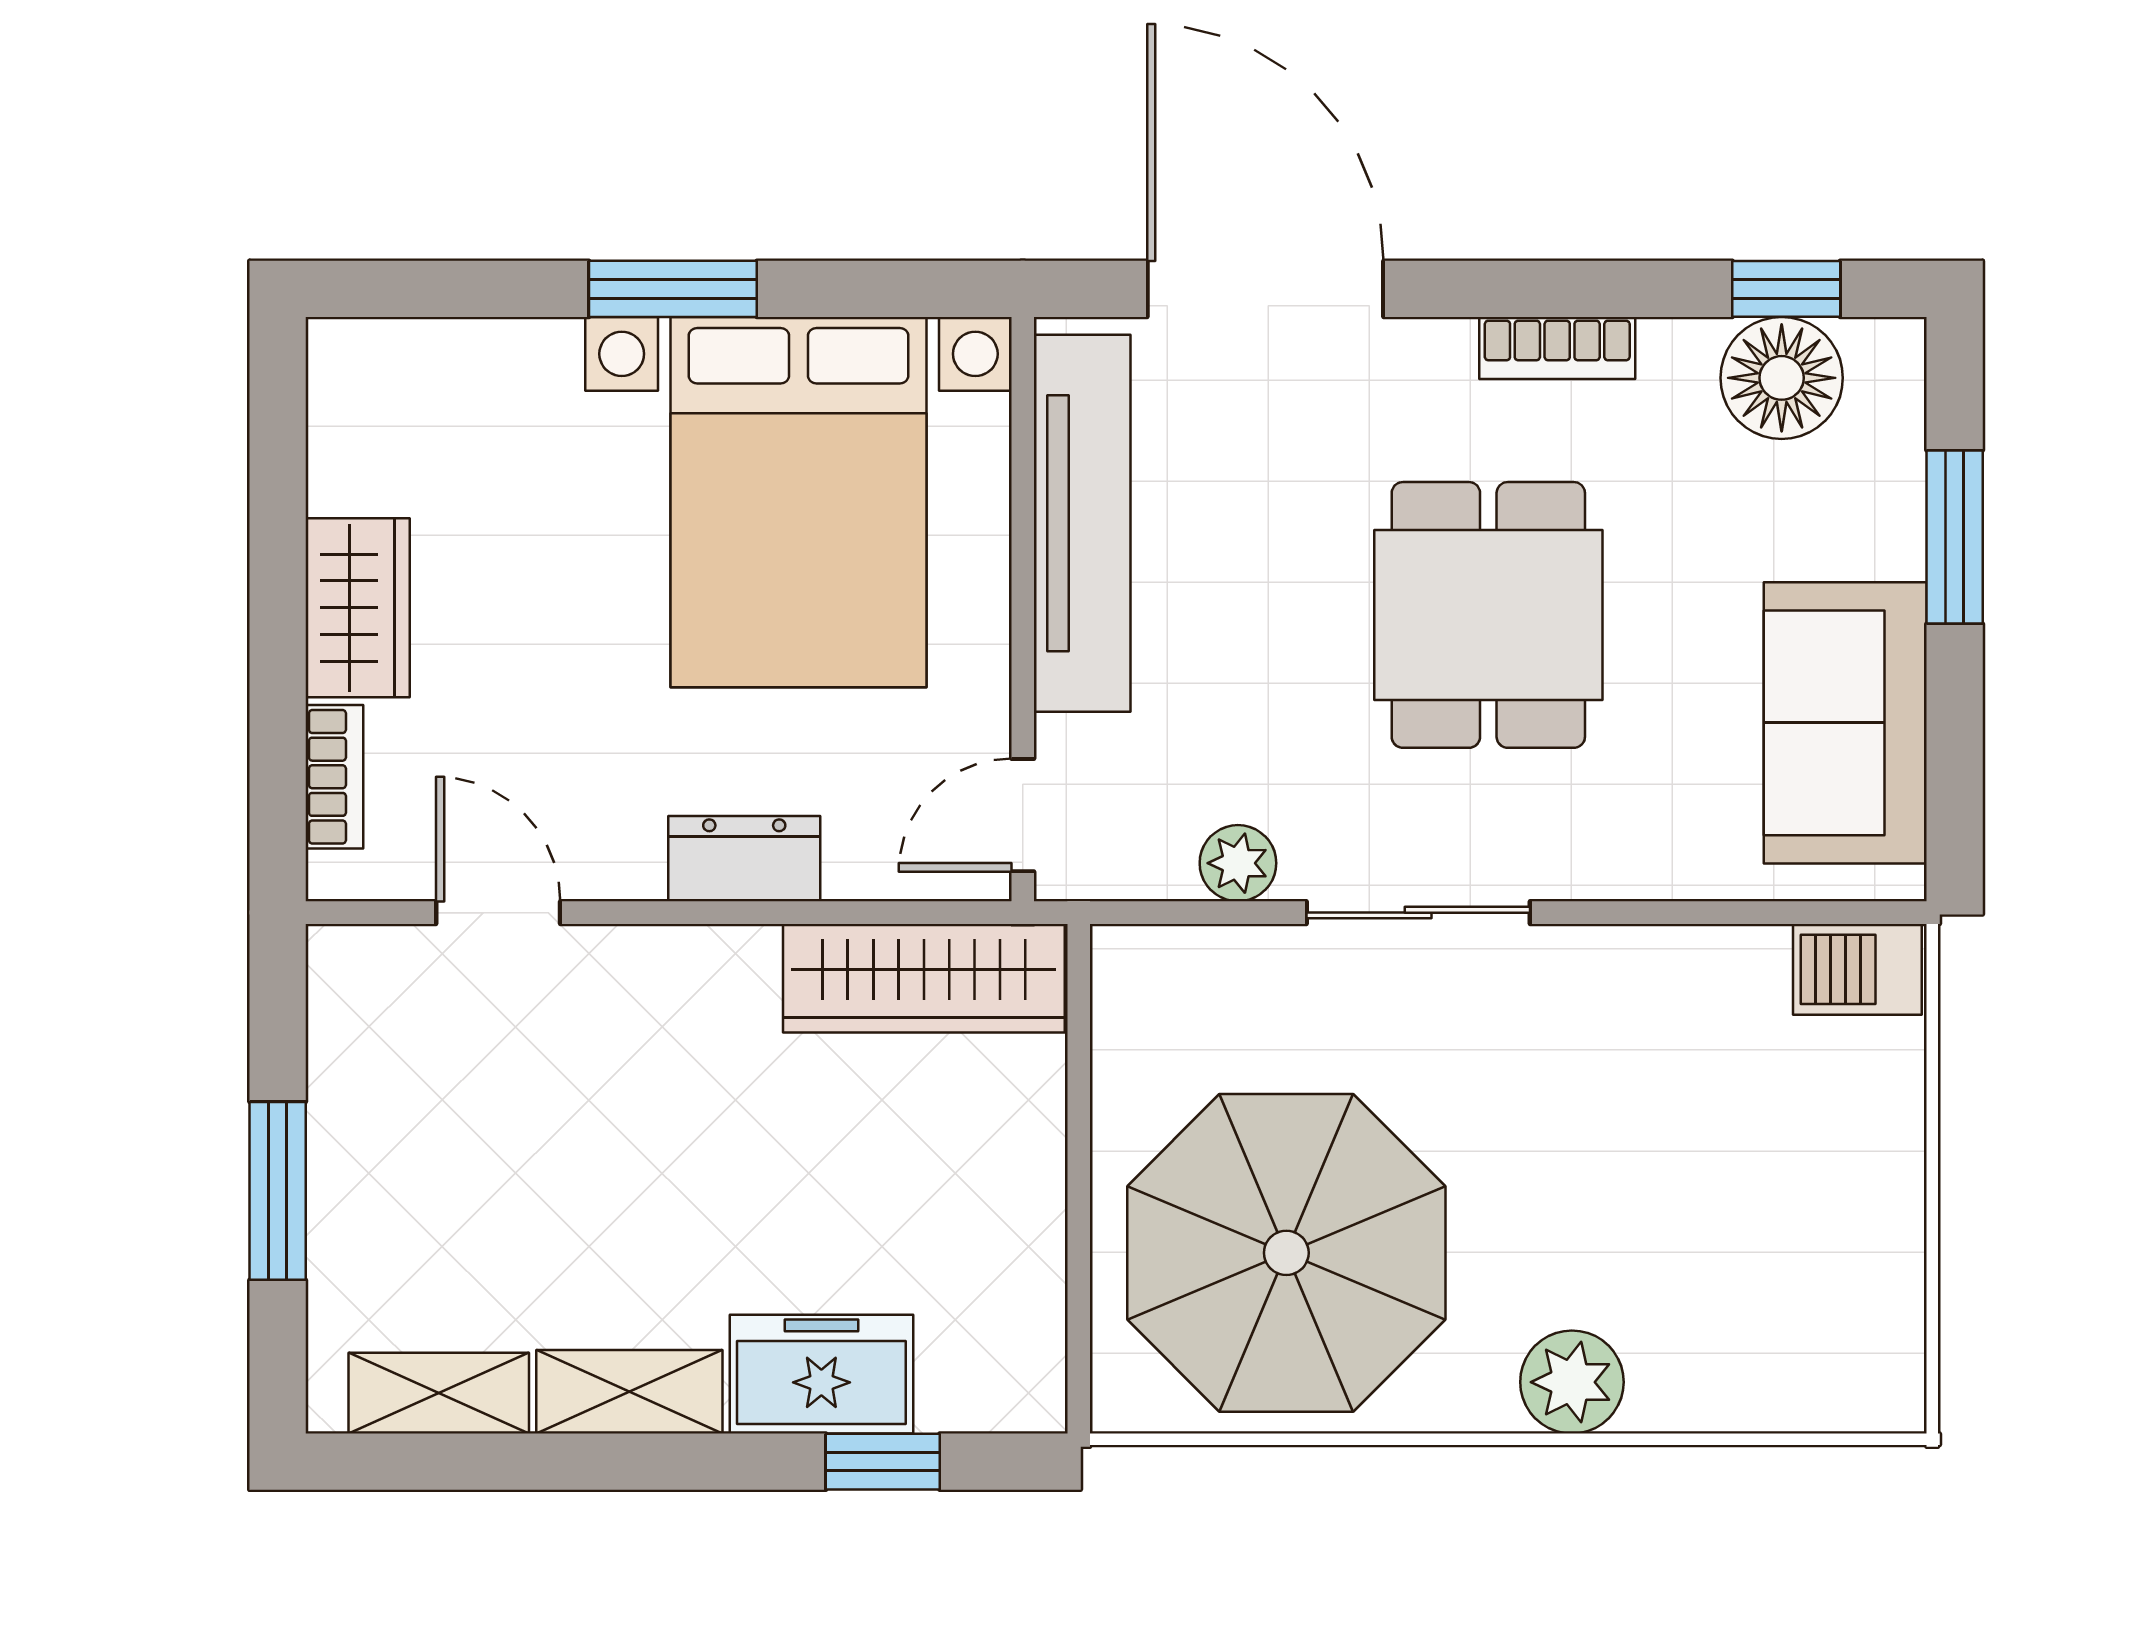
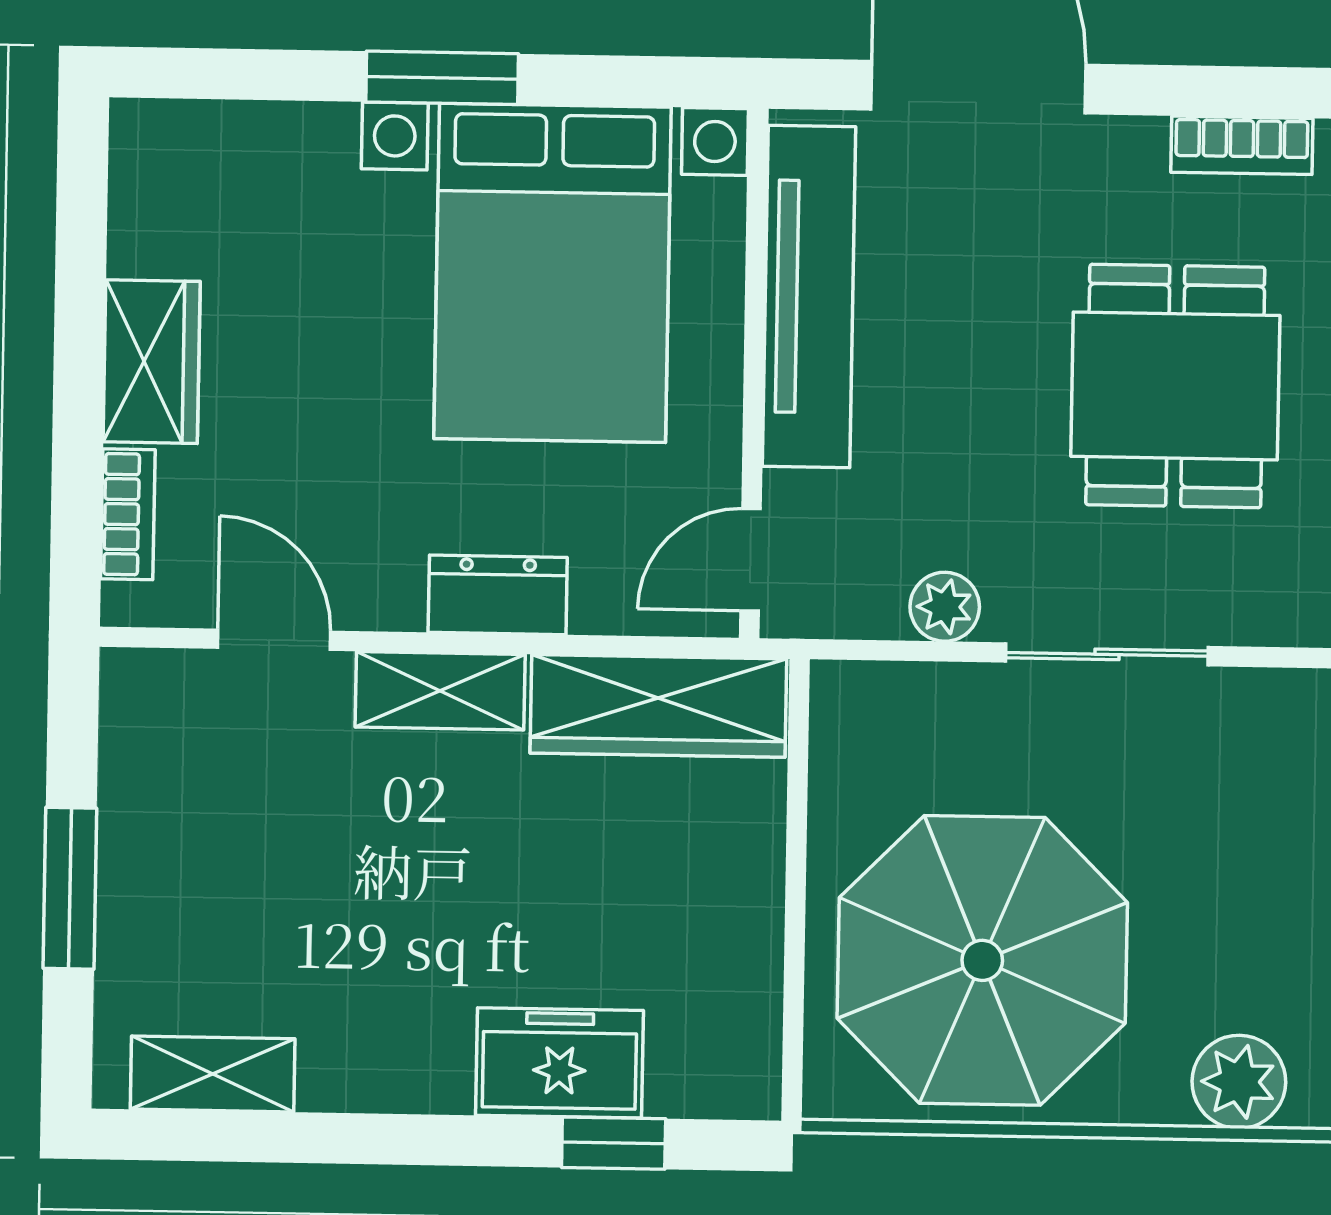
shelving: (629, 1392) -> (440, 691), moved

